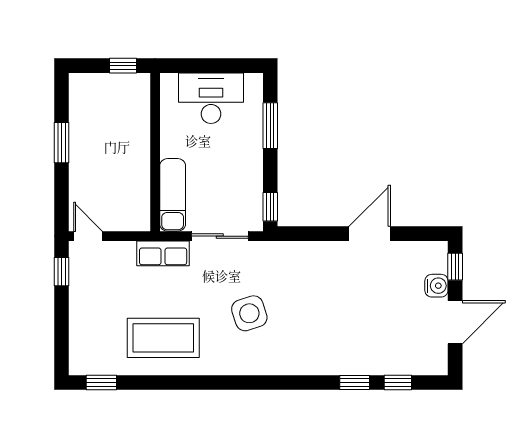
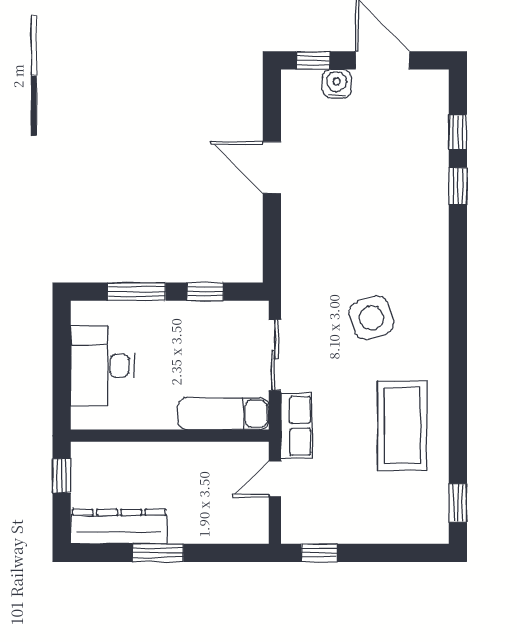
dresser: (82, 112) -> (119, 526), added
window: (270, 207) -> (205, 292), moved
door: (88, 236) -> (275, 479), moved

